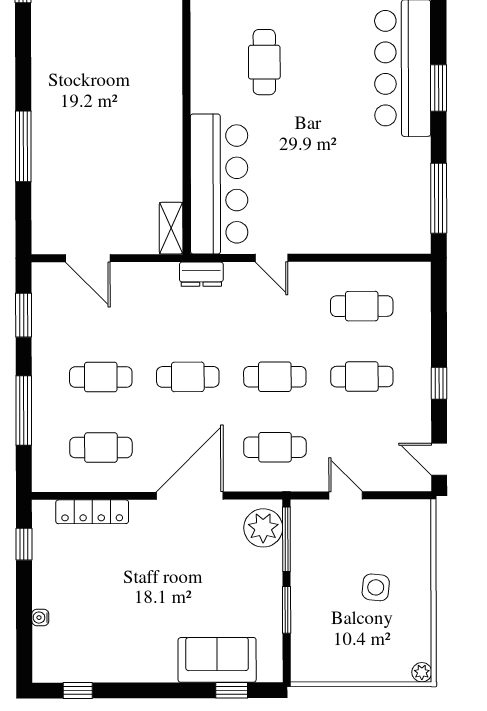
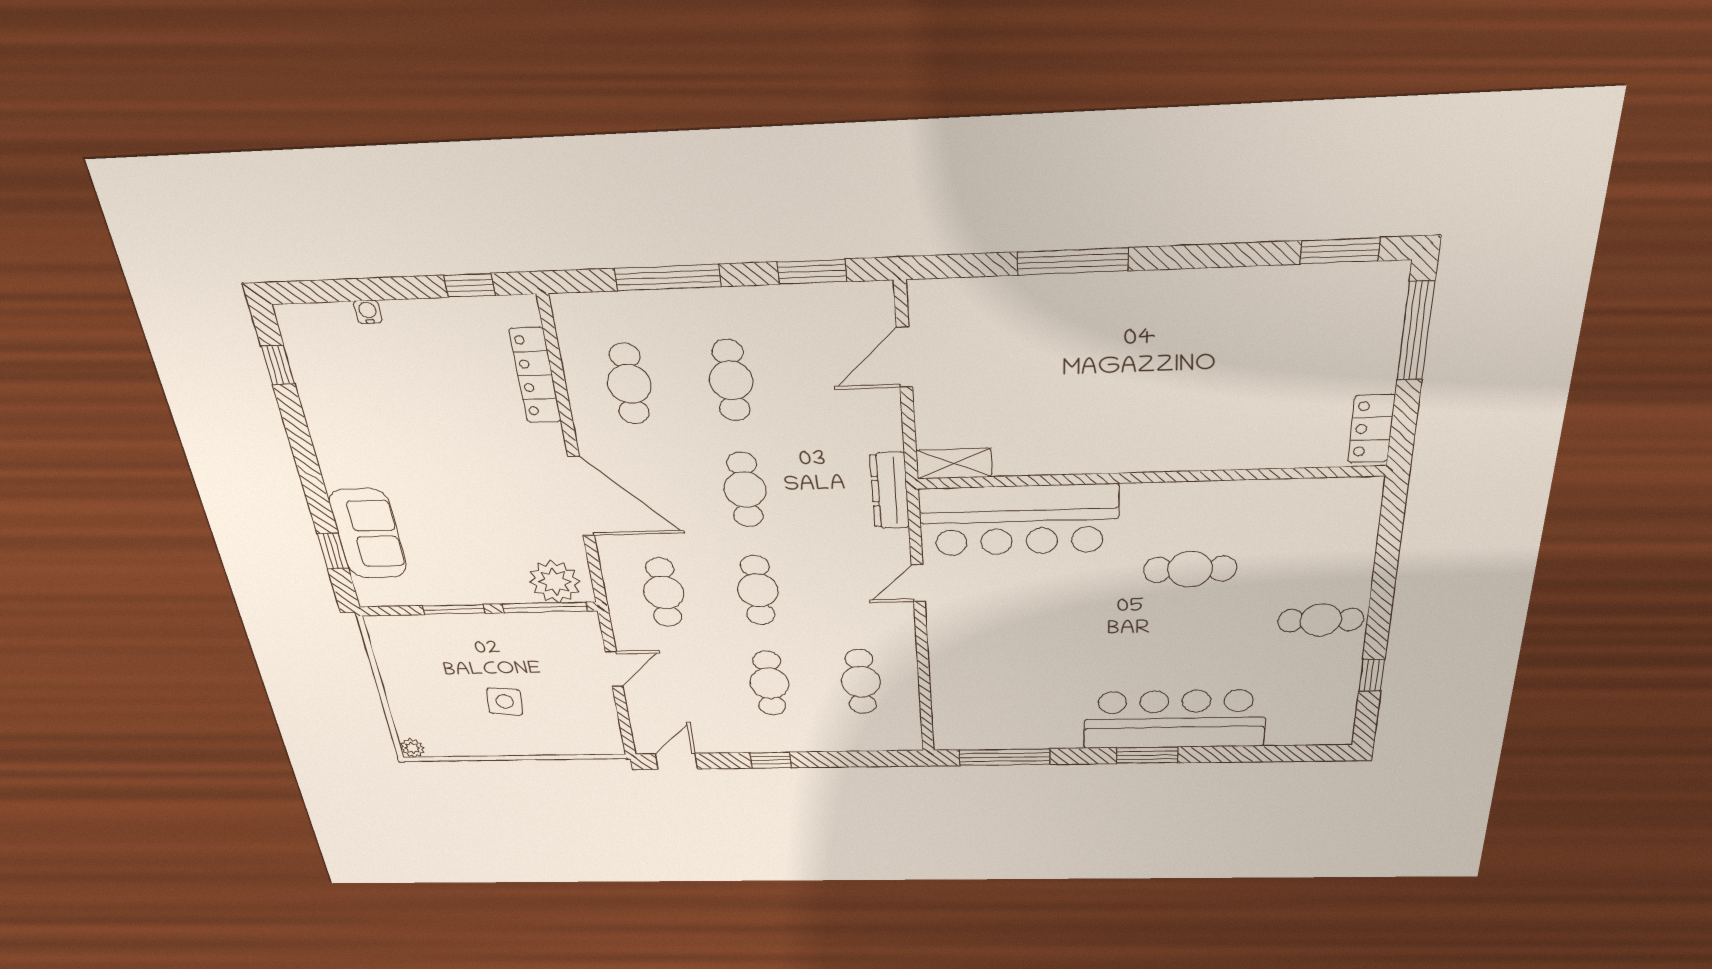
dresser: (201, 274) -> (890, 491), width x1.44

